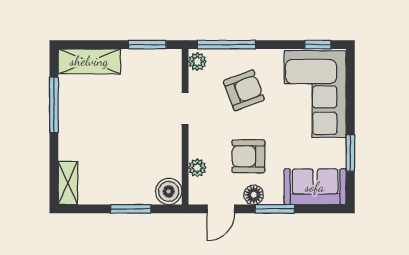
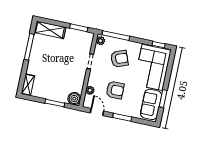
armchair: (248, 156) -> (115, 90), turned 180
sofa: (315, 187) -> (151, 104), moved, turned -90
floor lamp: (254, 195) -> (114, 109), removed
door: (221, 209) -> (97, 112), swing flipped

